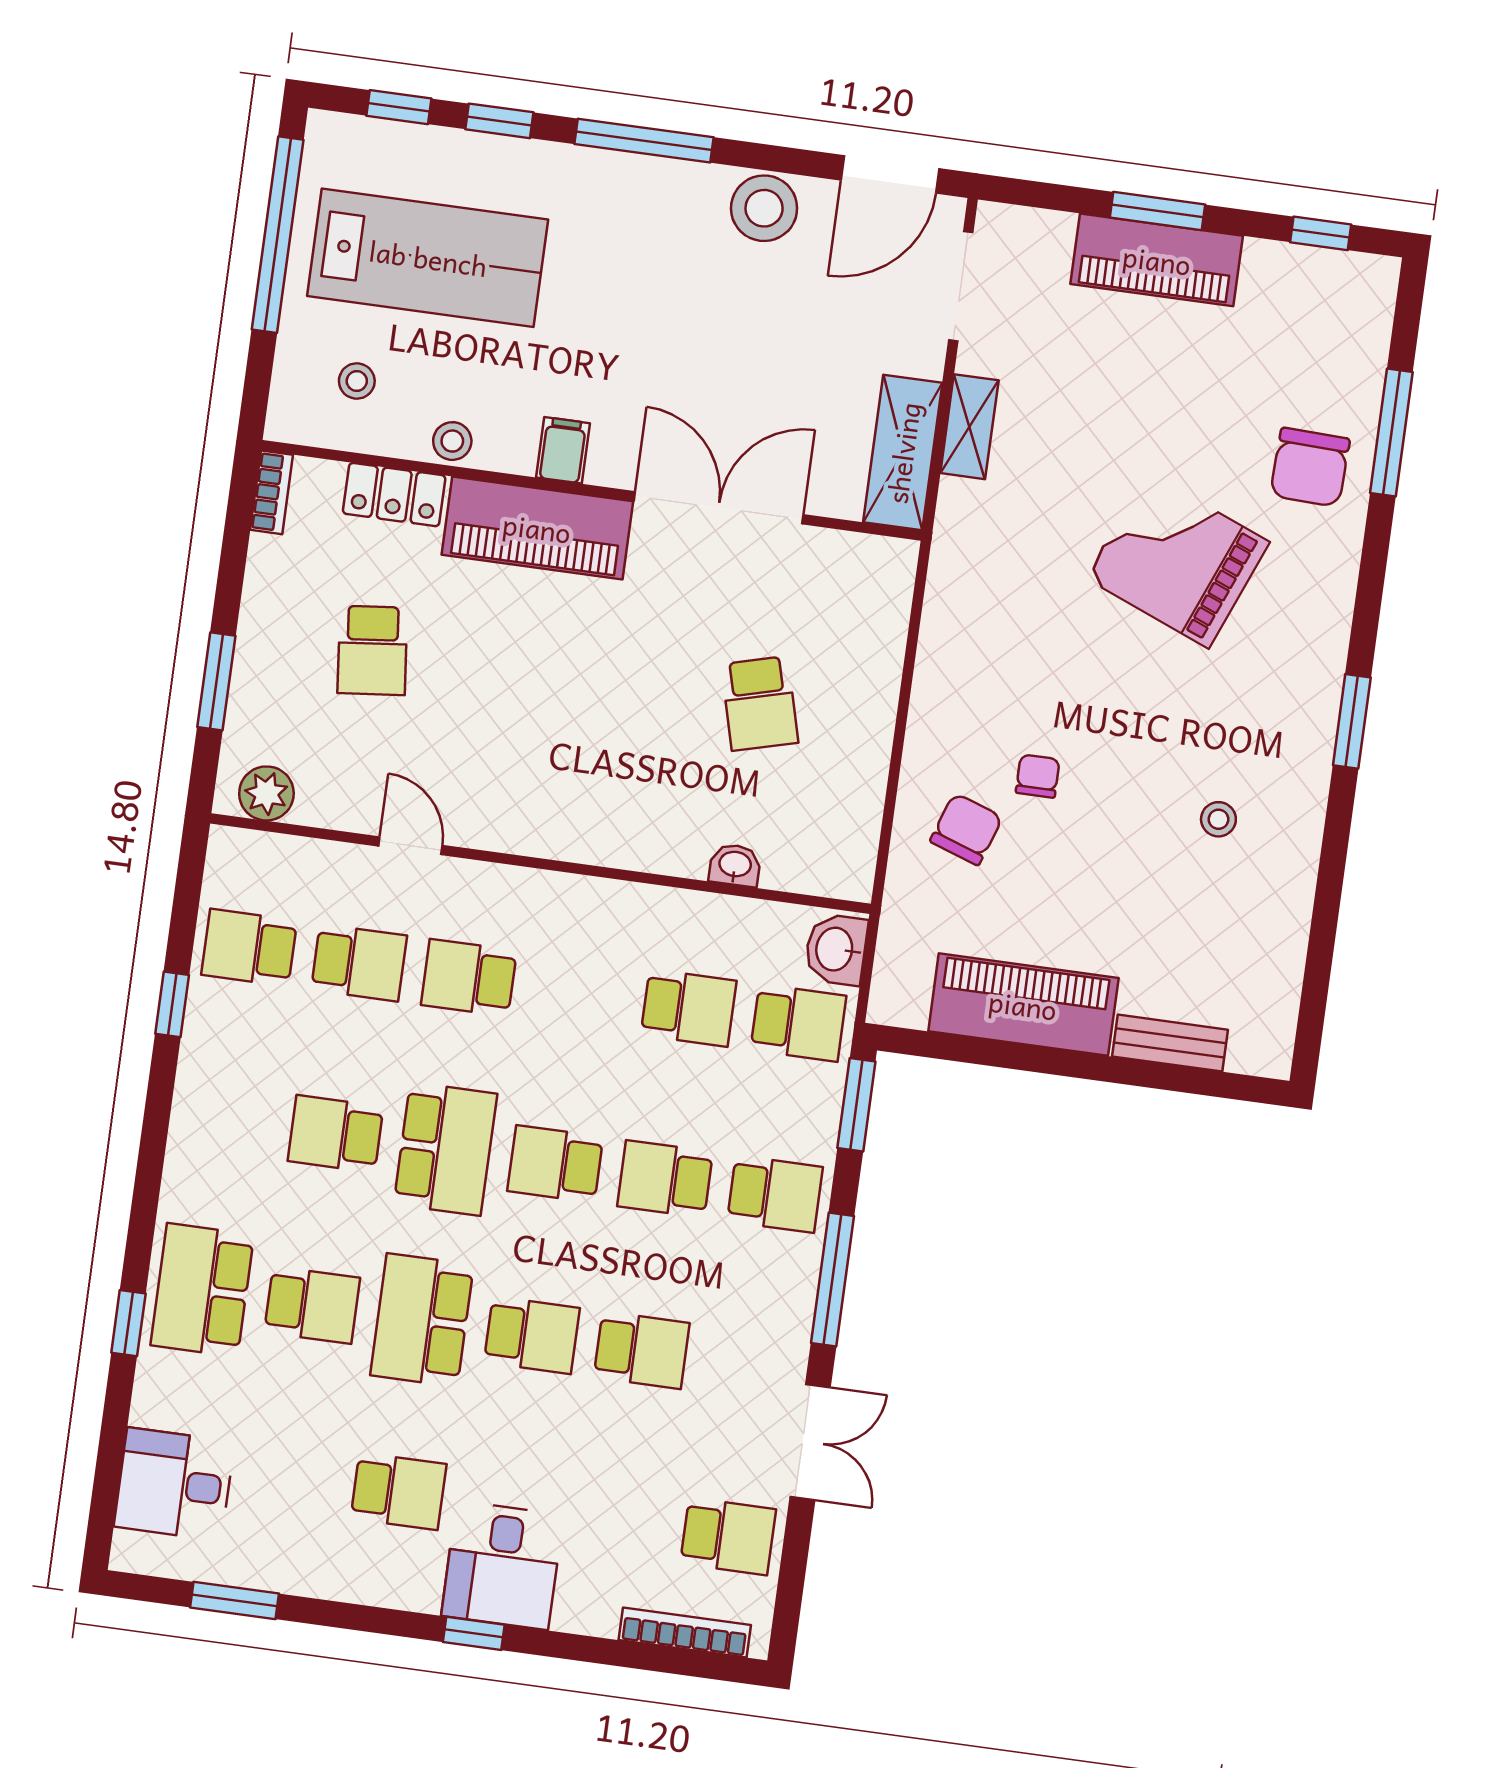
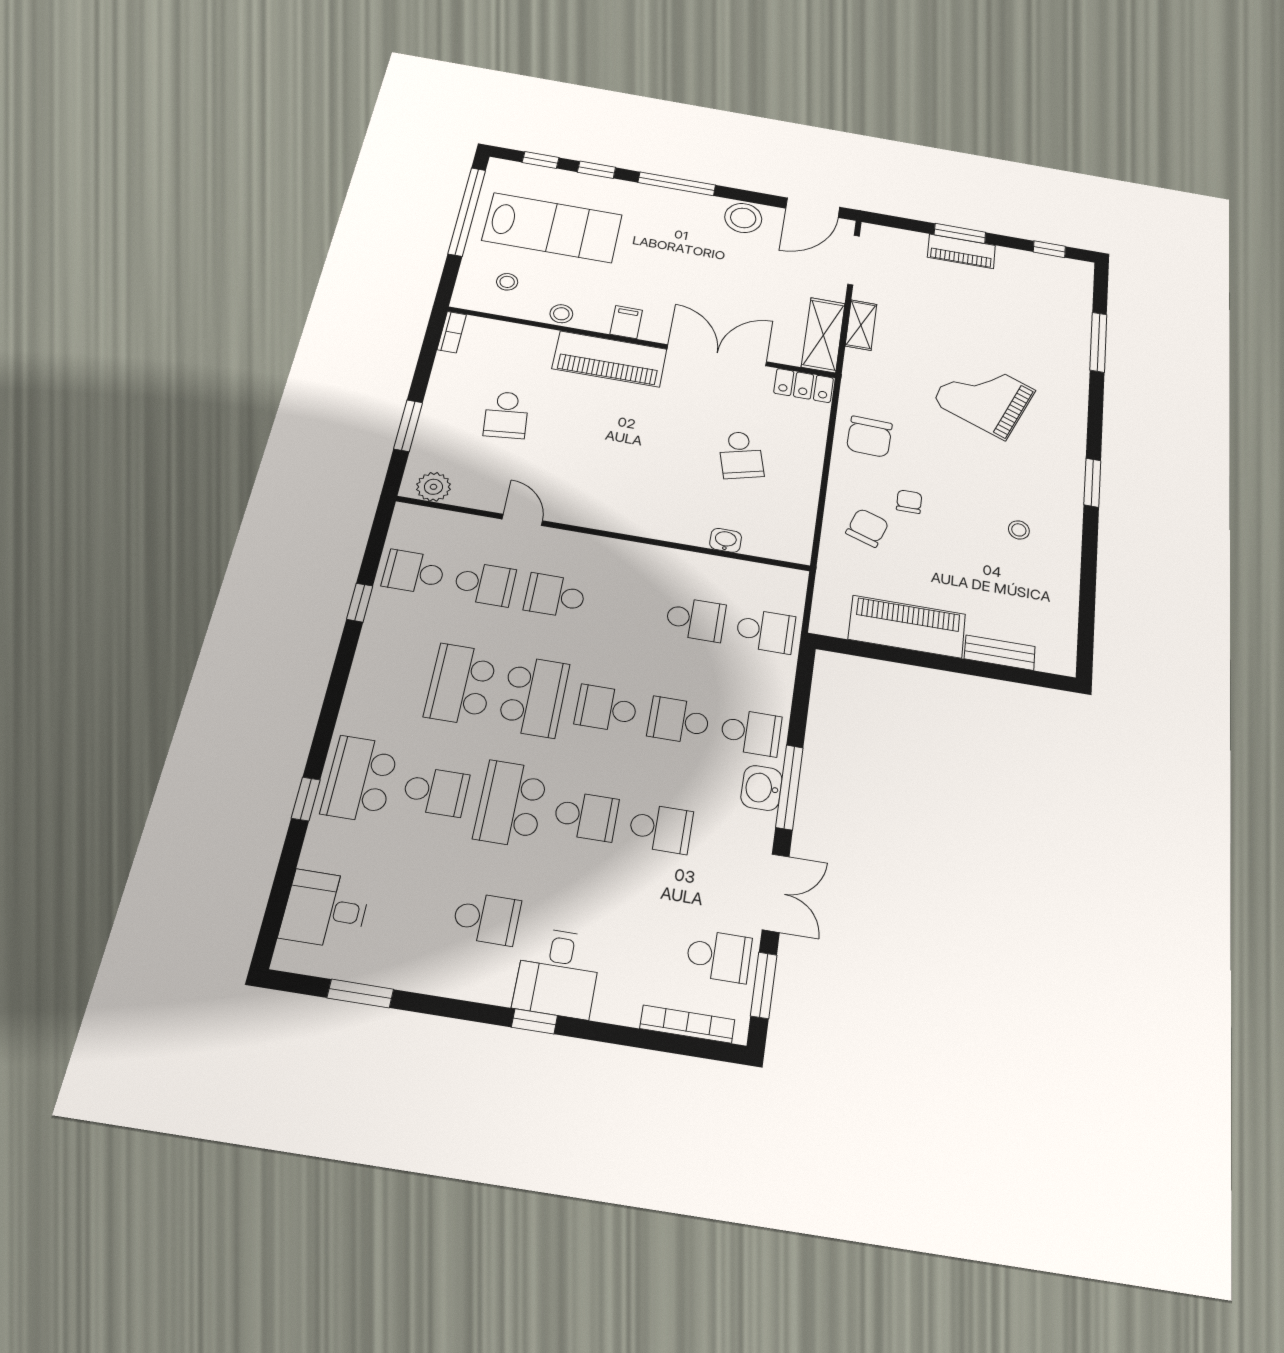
piano: (1157, 260) -> (961, 251), width x0.73, depth x0.75
chair: (1310, 467) -> (869, 437), moved
locker: (394, 495) -> (804, 386), moved
washbasin: (836, 949) -> (761, 788), moved
window: (856, 1105) -> (764, 985), moved
school desk: (336, 1134) -> (461, 684), width x1.85

